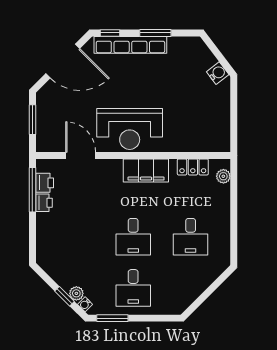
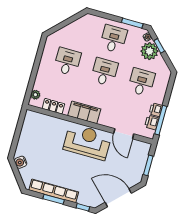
row of seats: (130, 45) -> (54, 191), moved
desk: (76, 237) -> (141, 82), added
plant: (76, 293) -> (149, 51), width x1.87, depth x1.87

